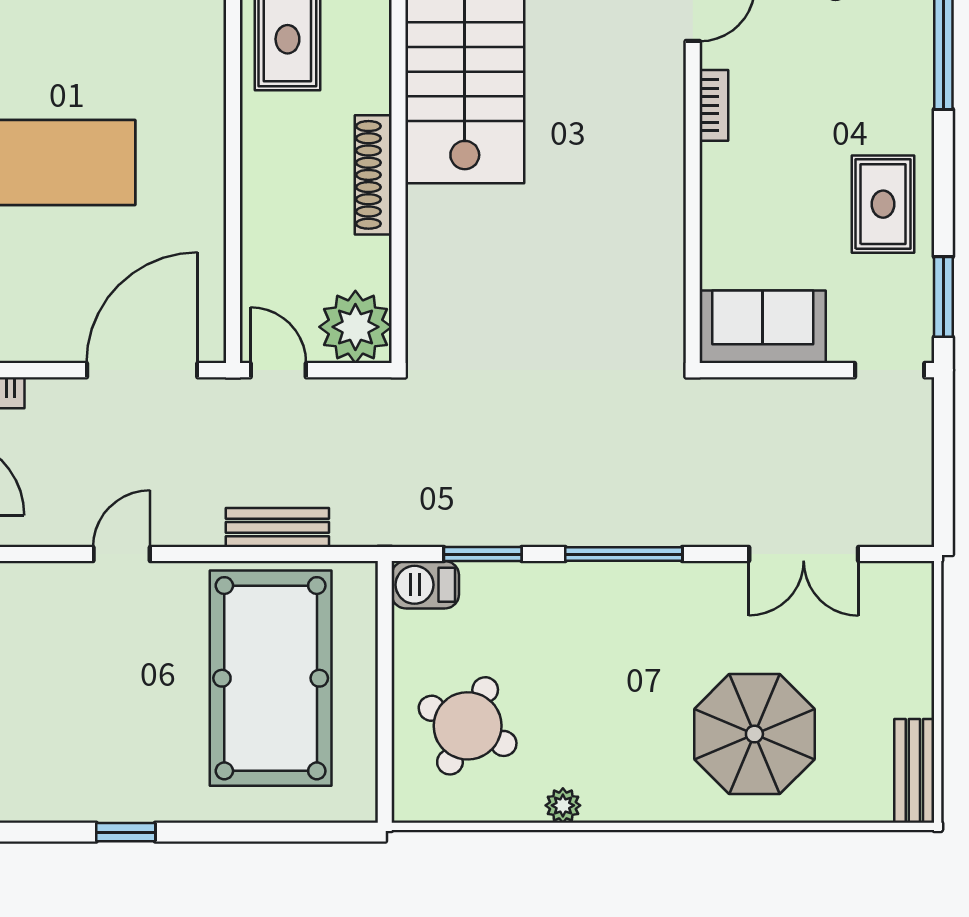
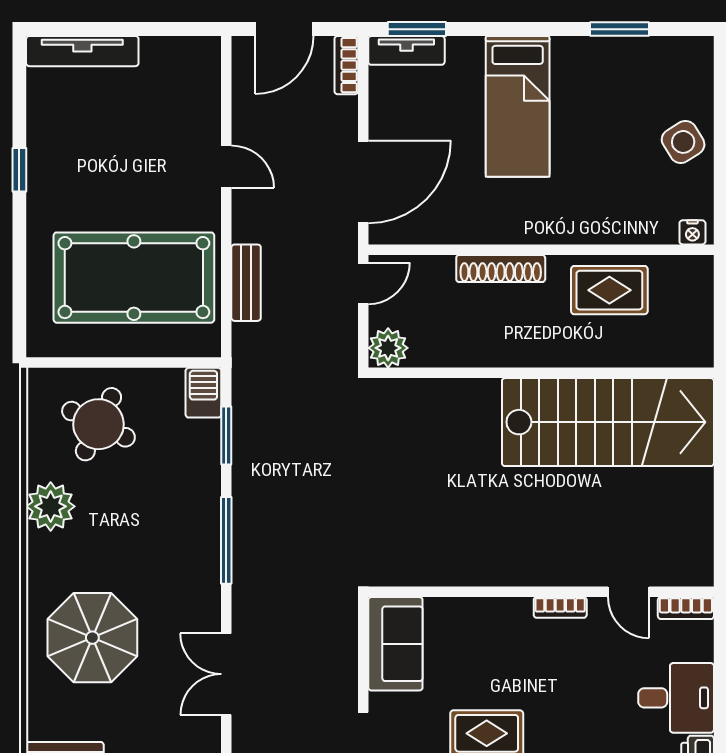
shoe rack: (373, 175) -> (501, 269), moved, turned 180
plant: (355, 327) -> (388, 348), width x0.73, depth x0.73
door: (142, 370) -> (363, 182), hinge flipped
plant: (563, 805) -> (51, 506), width x1.88, depth x1.88

